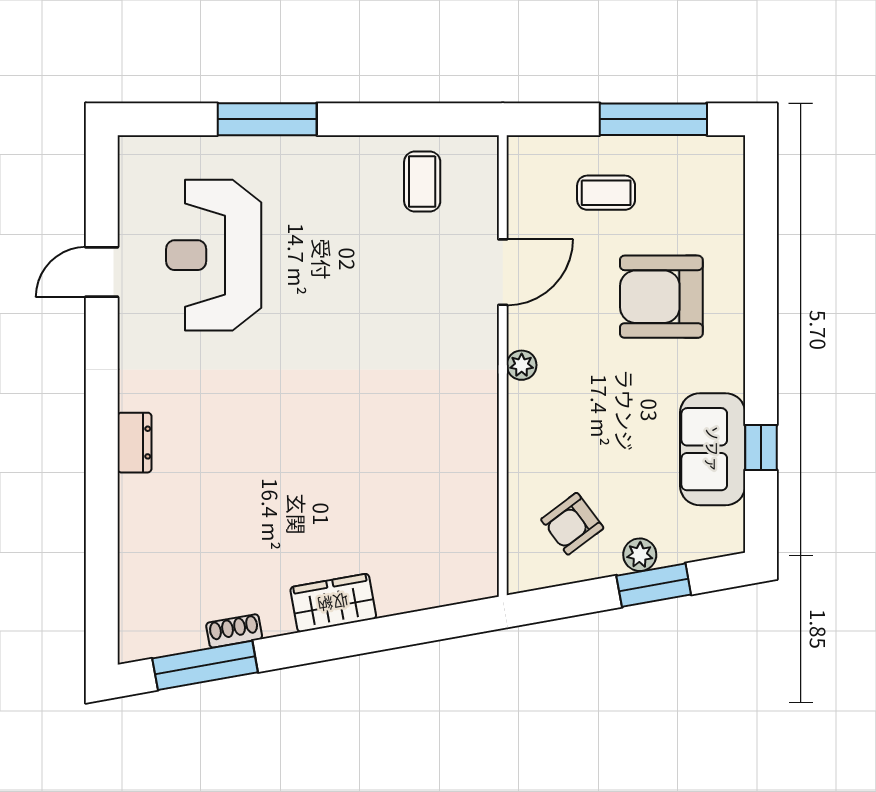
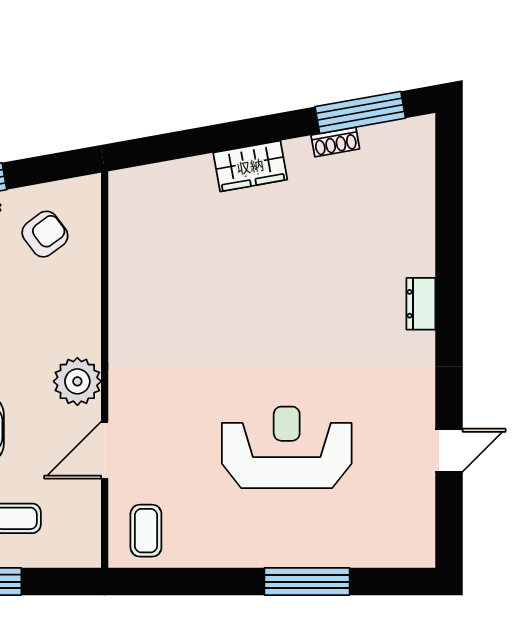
coffee table: (422, 182) -> (146, 531), moved
reception desk: (214, 255) -> (287, 447), moved, turned -90
plant: (522, 365) -> (77, 381), width x1.87, depth x1.87

